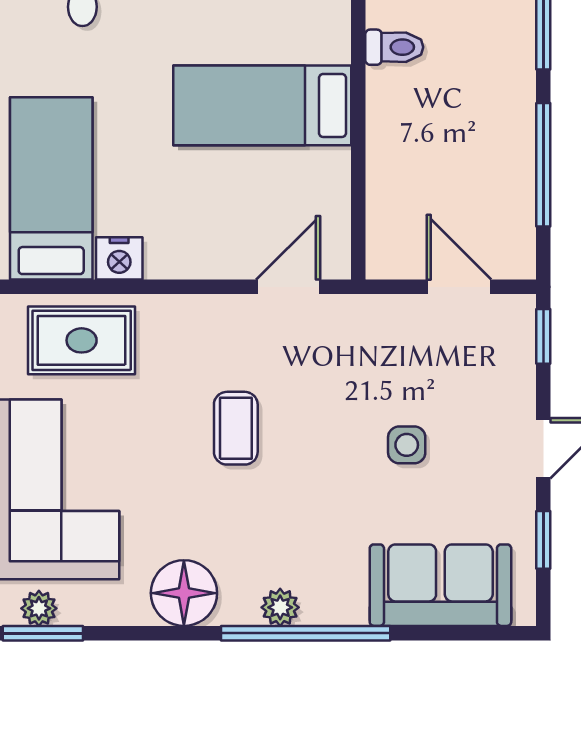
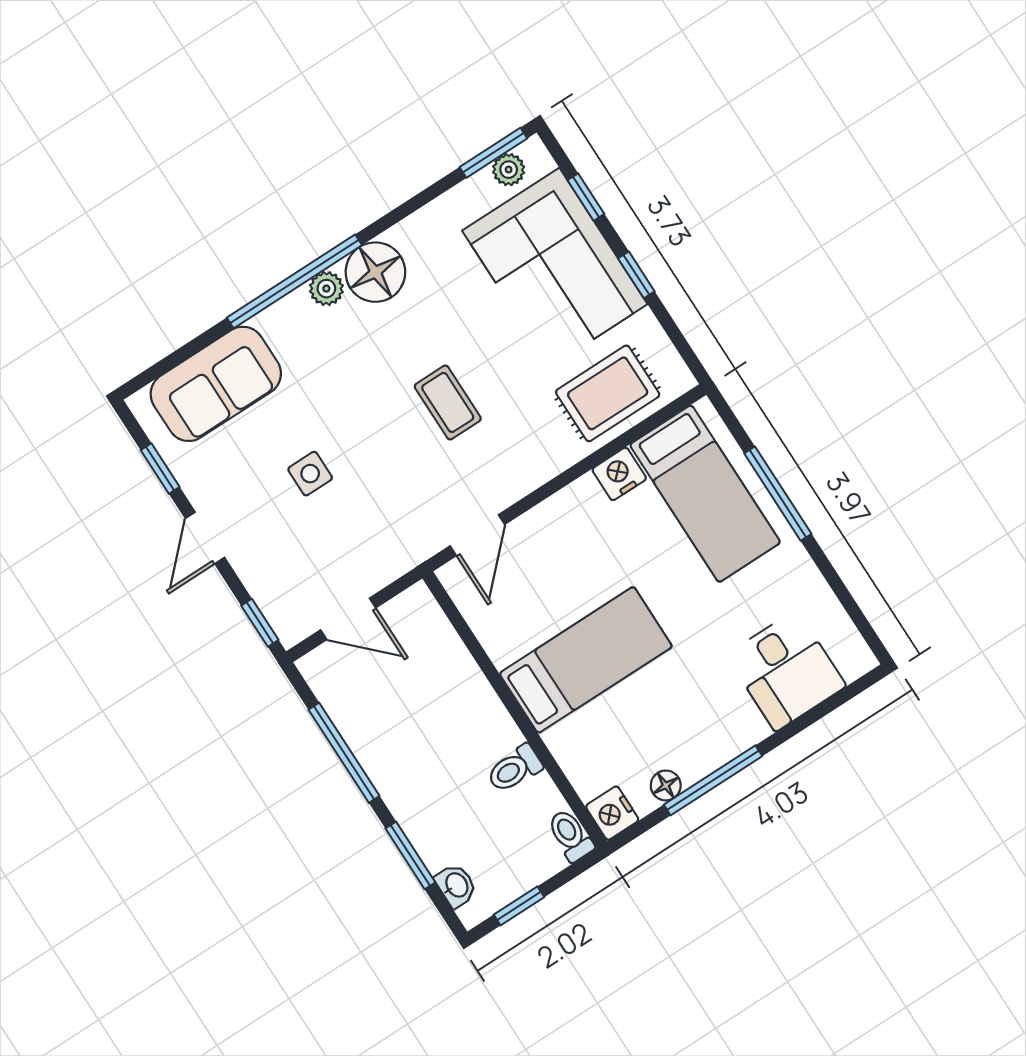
floor lamp: (184, 593) -> (375, 272), moved

